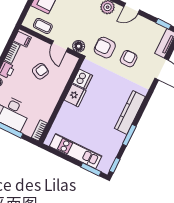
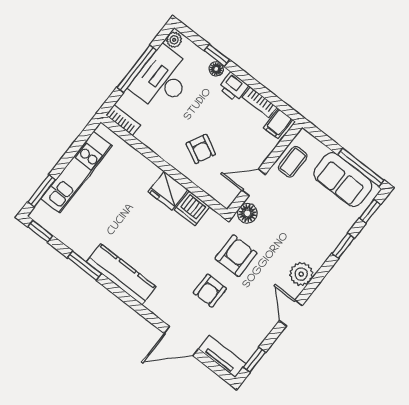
armchair: (129, 59) -> (210, 291), turned 90
armchair: (40, 71) -> (201, 149), moved

